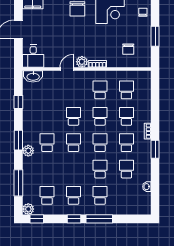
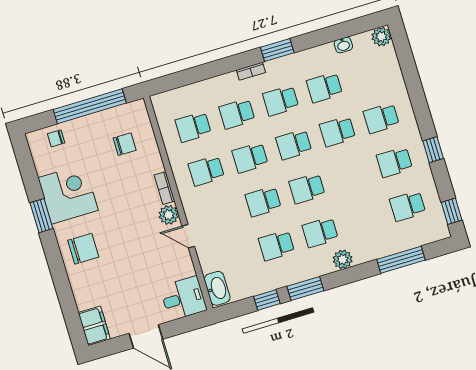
window: (155, 36) -> (90, 106), width x2.11
school desk: (47, 116) -> (276, 245), added
window: (18, 140) -> (305, 288), moved
plant: (28, 209) -> (381, 37), moved
window: (99, 219) -> (421, 108), removed

